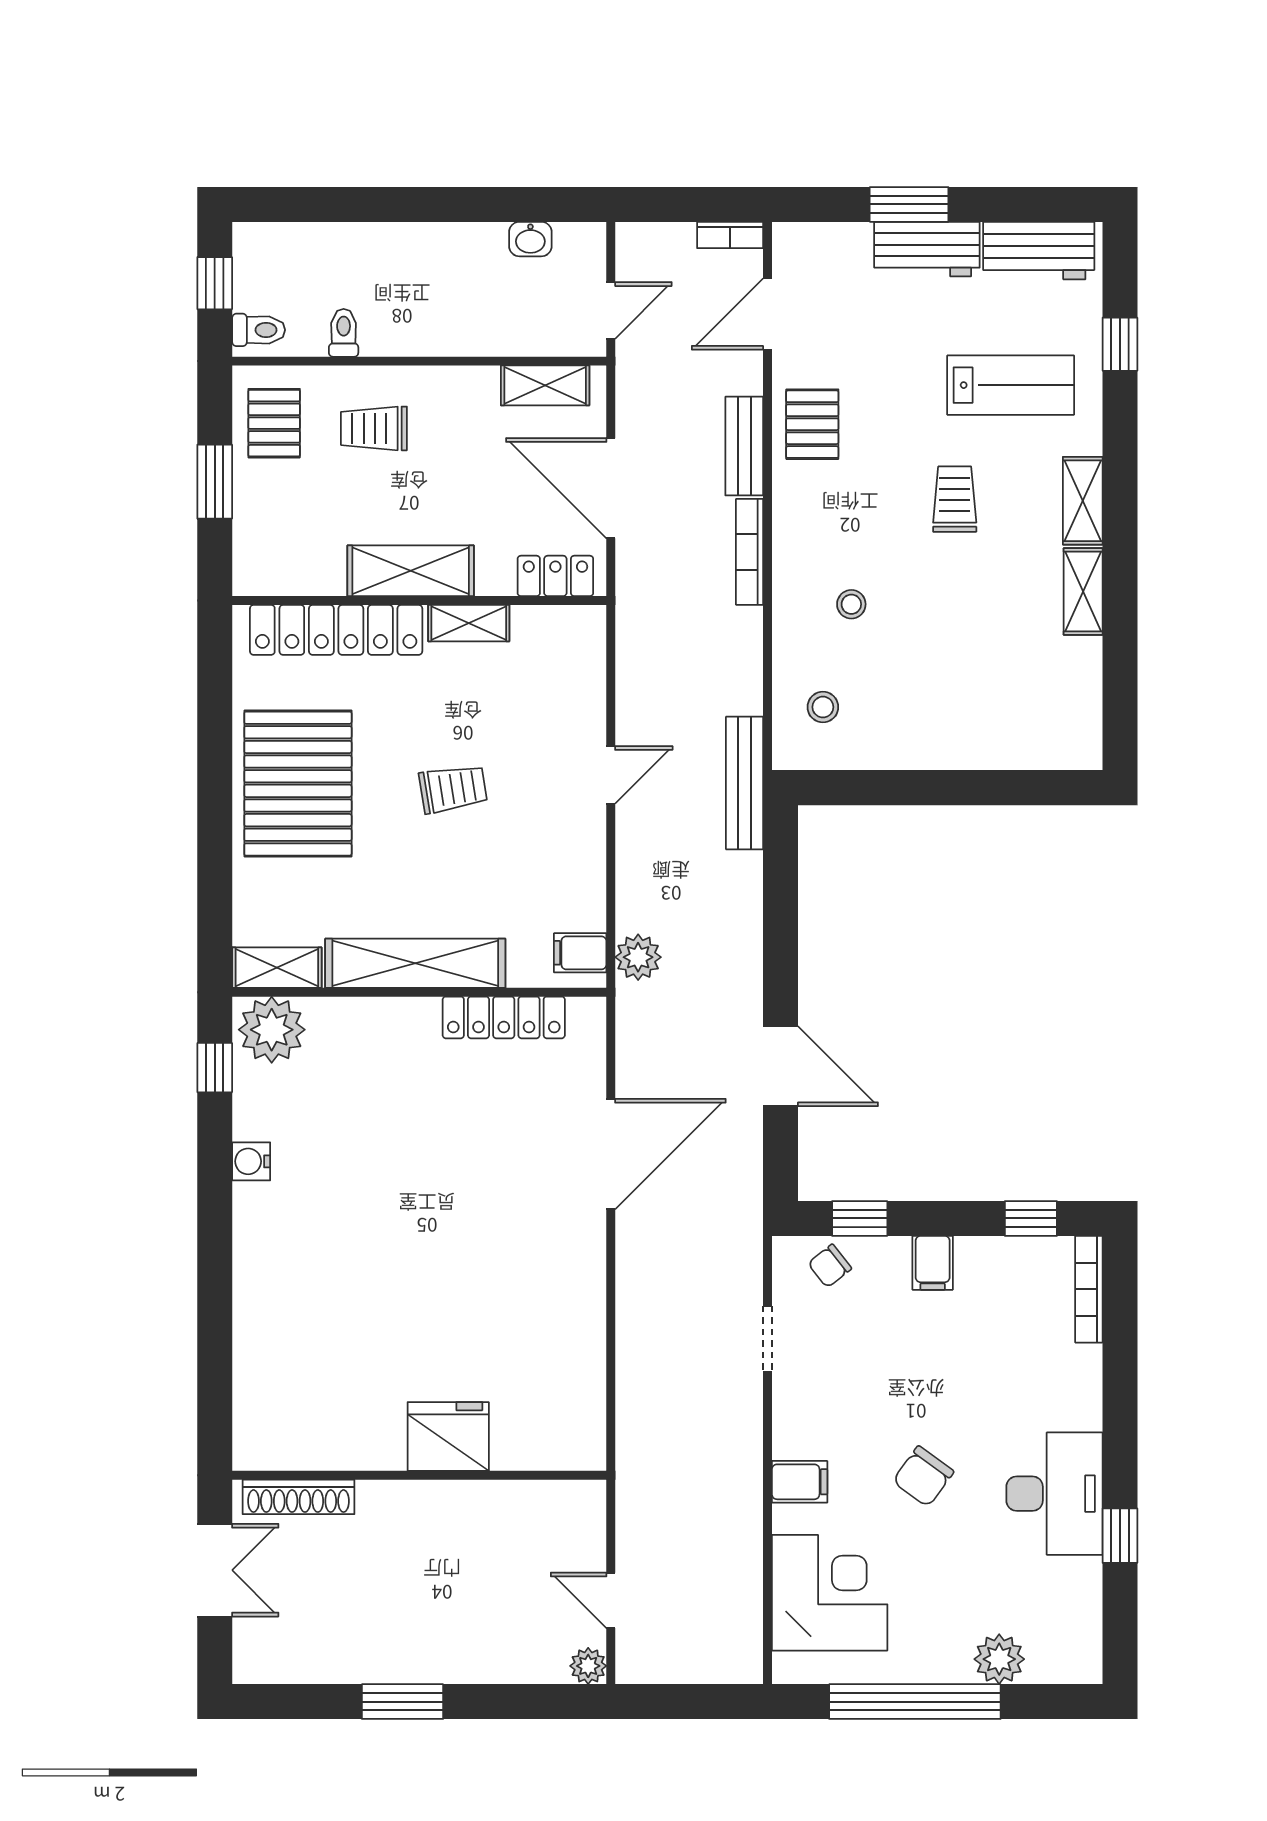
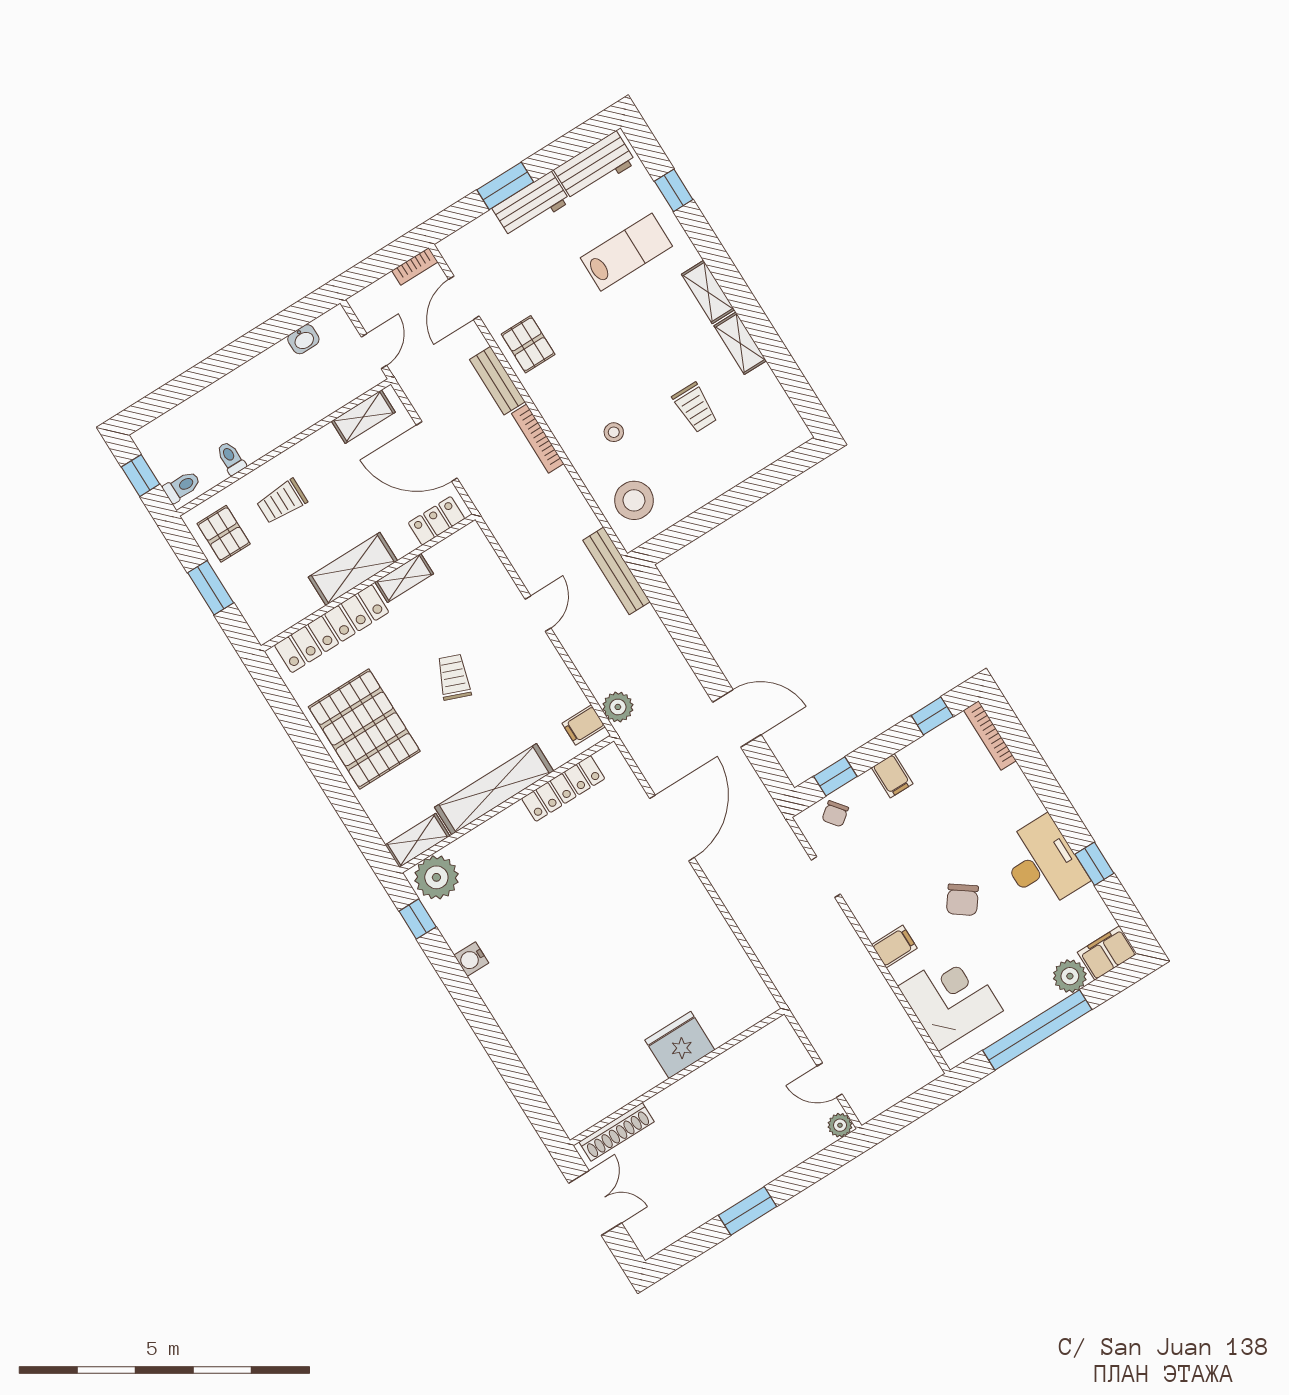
trolley: (955, 499) -> (695, 408), moved, turned 180
stool: (823, 707) -> (634, 500), width x1.89, depth x1.89
trolley: (453, 789) -> (454, 677), turned -60
filing cabinet: (1065, 1659) -> (1107, 953), added

